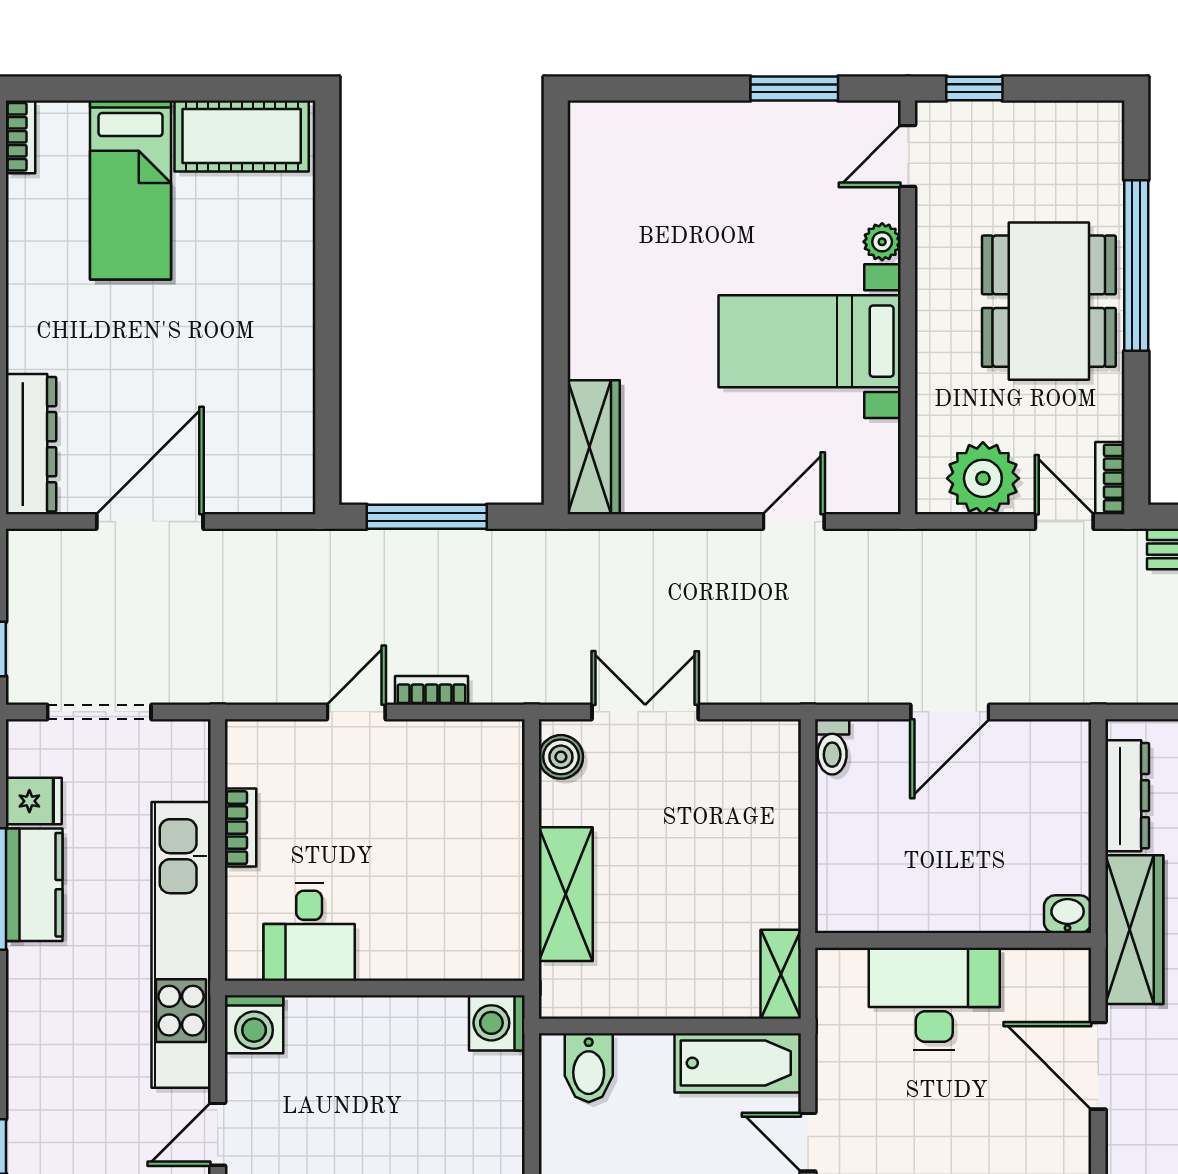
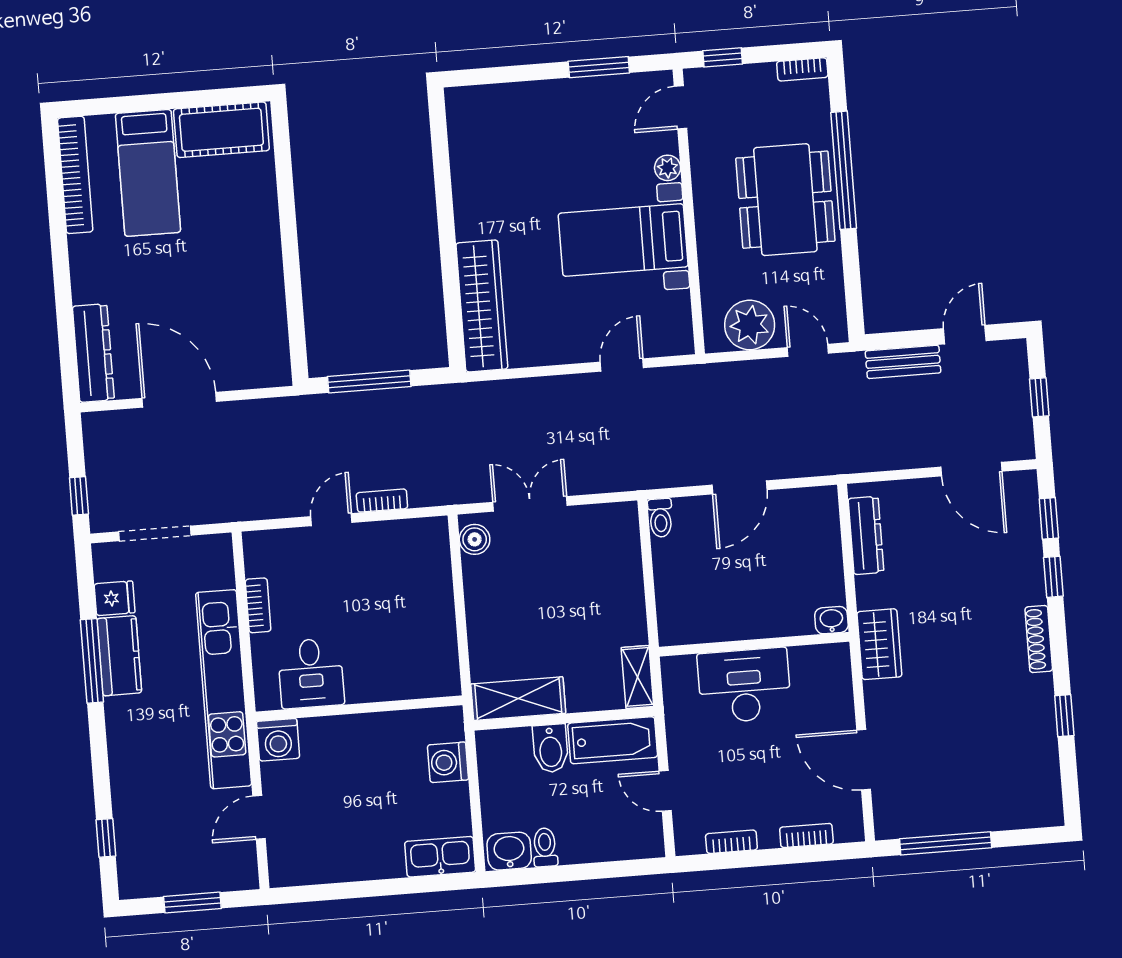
bookcase: (21, 137) -> (75, 175), width x2.31, depth x1.31
wardrobe: (594, 447) -> (482, 306), width x1.40, depth x1.17
bookcase: (1110, 478) -> (802, 69), moved, turned -90
door: (150, 522) -> (179, 400), hinge flipped
shelving: (566, 894) -> (518, 699), moved, turned 90
wardrobe: (1134, 930) -> (879, 644), width x0.67
washing machine: (497, 1023) -> (448, 762), moved
door: (1098, 1066) -> (864, 760), moved
bidet: (589, 1068) -> (551, 748), moved

